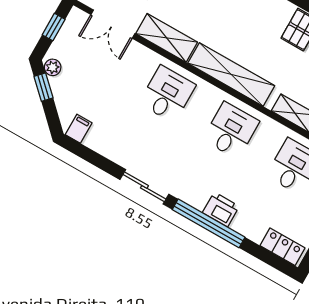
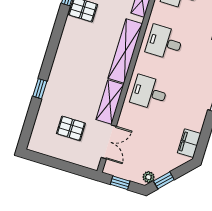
filing cabinet: (79, 129) -> (189, 143), width x2.00

